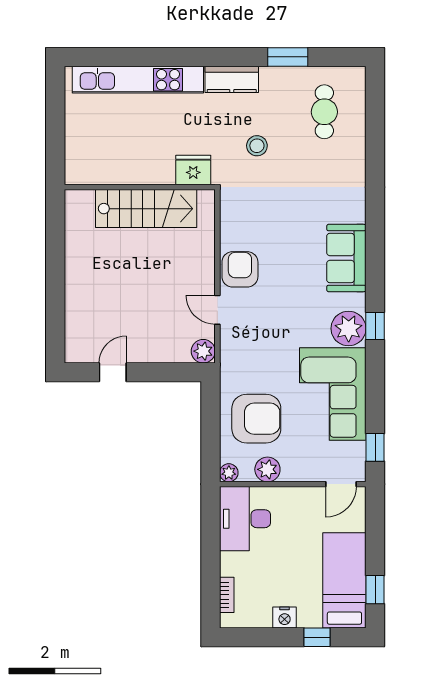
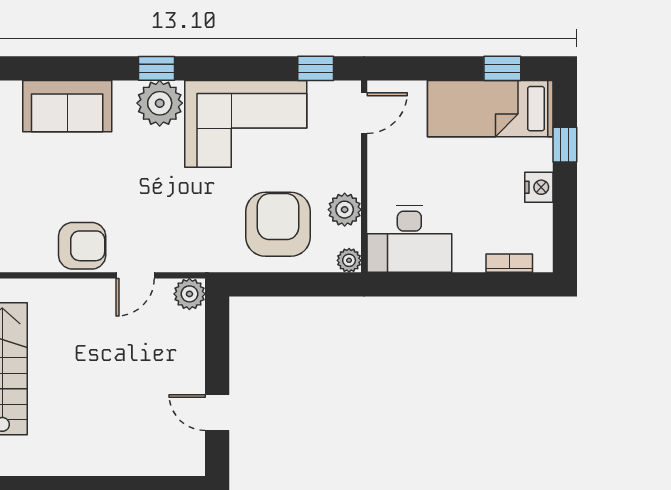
armchair: (240, 269) -> (82, 246), turned 180
door: (341, 484) -> (364, 113), hinge flipped

